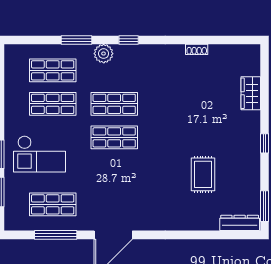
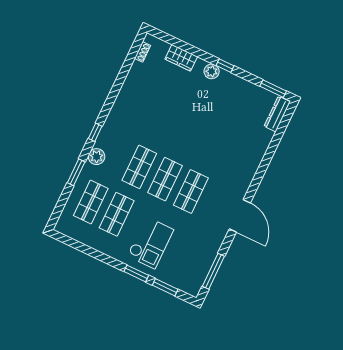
shoe rack: (197, 49) -> (143, 52), moved
plant: (252, 132) -> (212, 71), added
rug: (203, 174) -> (226, 124), removed
shop shelf: (53, 204) -> (191, 191), moved
window: (56, 235) -> (213, 271), moved

